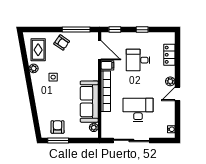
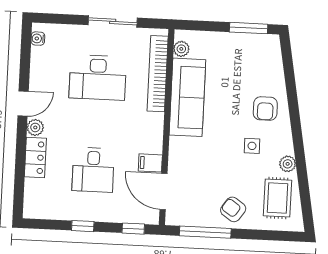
locker: (169, 55) -> (35, 157), moved
desk: (138, 60) -> (93, 170), turned 90
bookcase: (106, 91) -> (158, 74), moved
armchair: (58, 127) -> (265, 109), moved
sliding door: (131, 140) -> (113, 21), width x0.73

